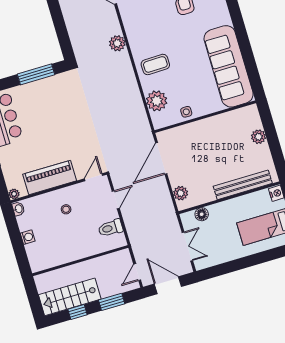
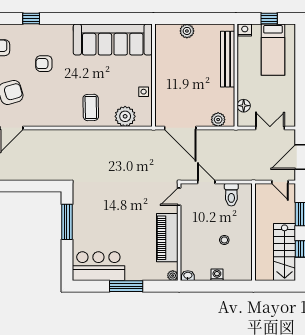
plant: (117, 43) -> (60, 137), removed
door: (93, 177) -> (179, 197), hinge flipped
stool: (66, 209) -> (224, 240), moved

